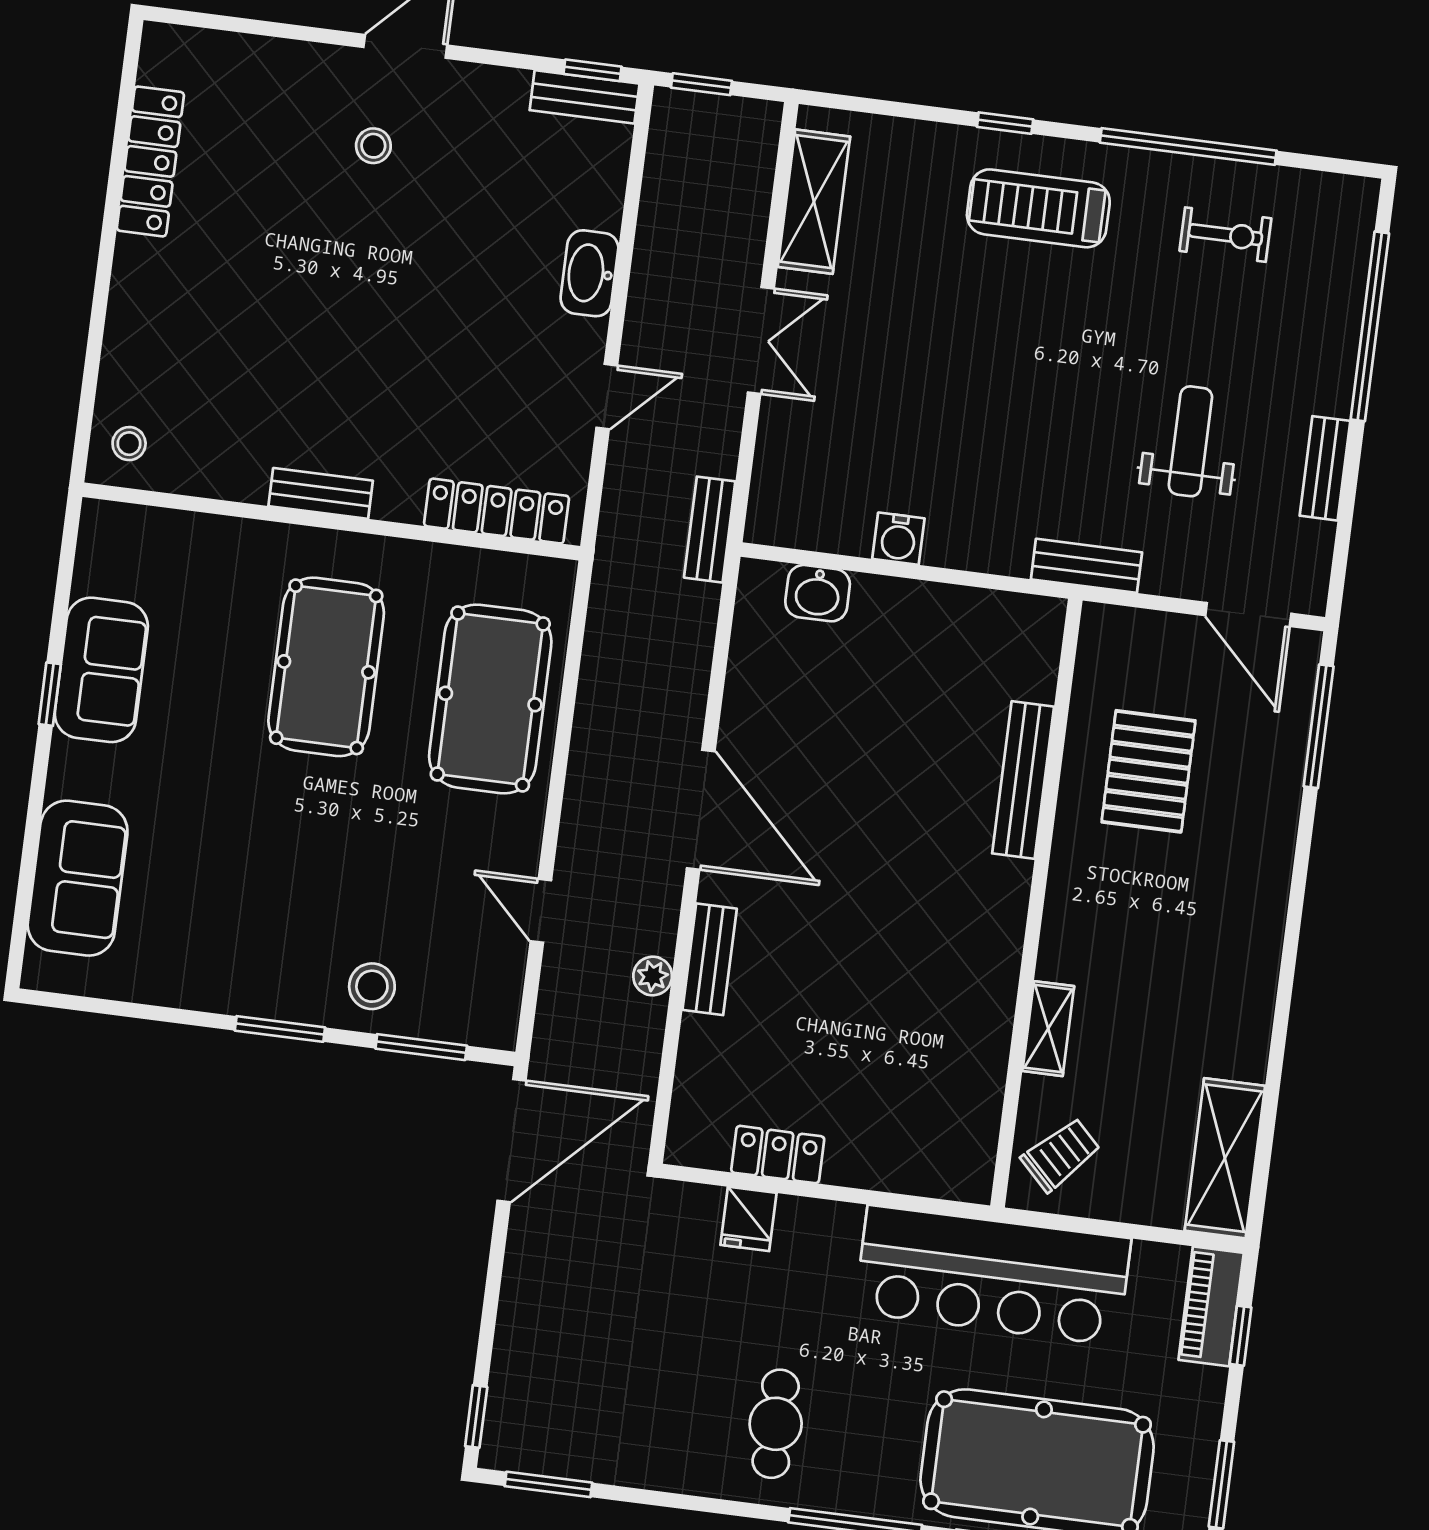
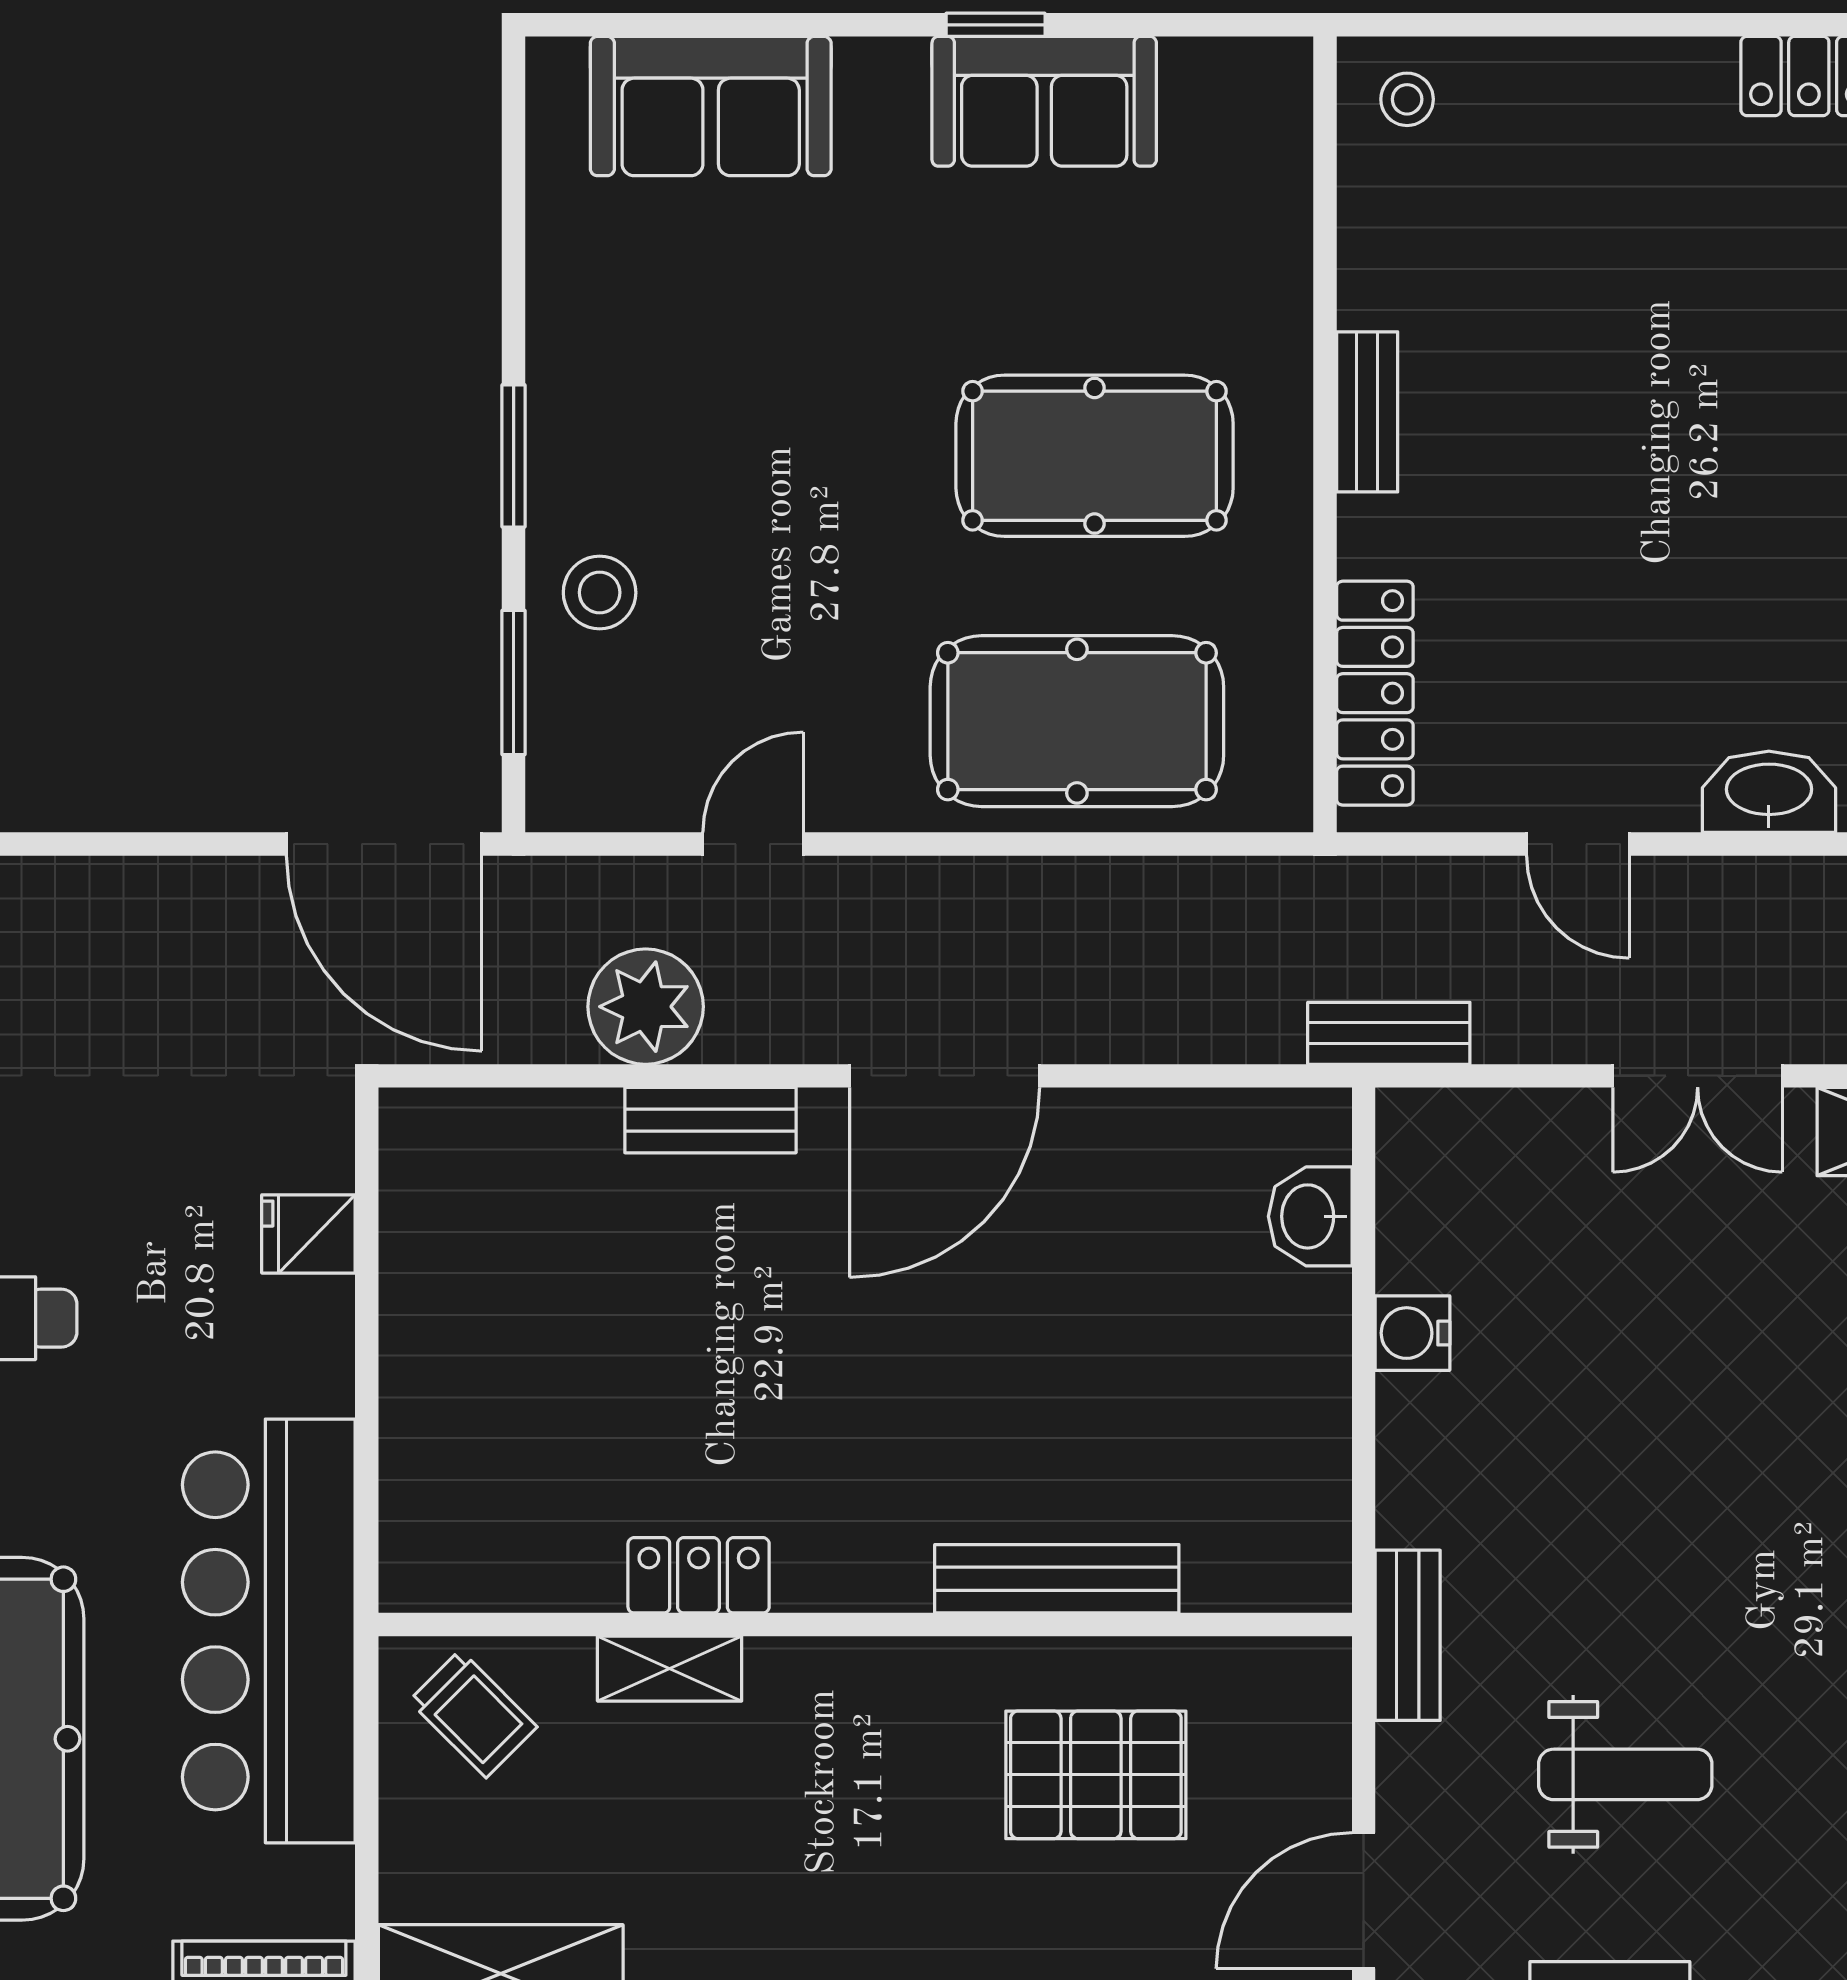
plant: (653, 976) -> (646, 1007), width x1.88, depth x1.88
locker: (778, 1155) -> (699, 1575), moved, turned -90

